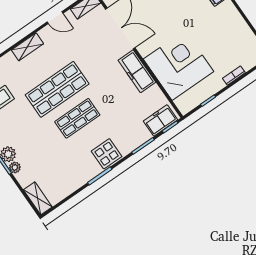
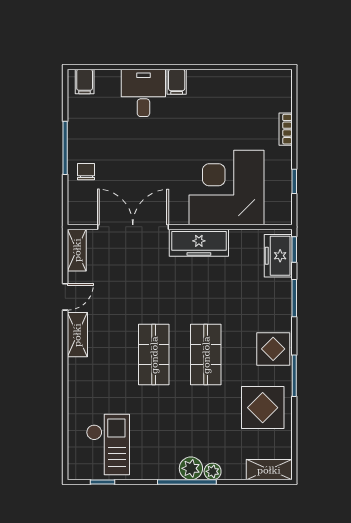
shelving: (27, 47) -> (77, 335), moved
shop shelf: (57, 89) -> (154, 355), width x0.70, depth x0.74
display table: (70, 171) -> (263, 408), added

